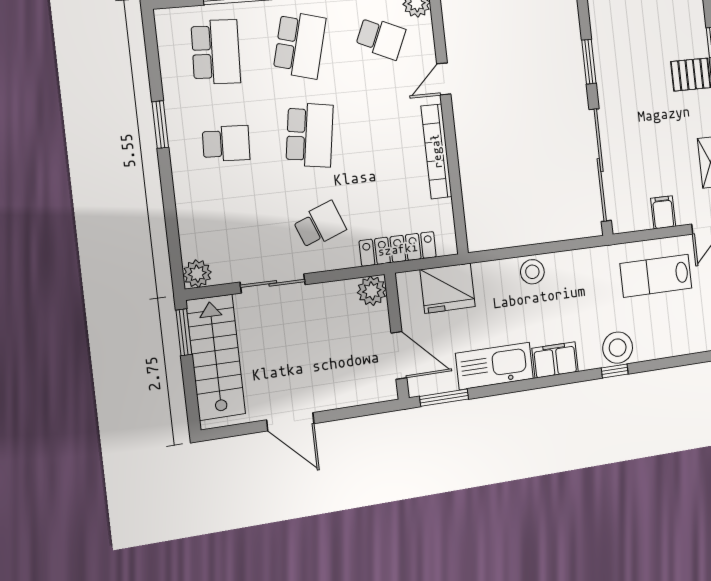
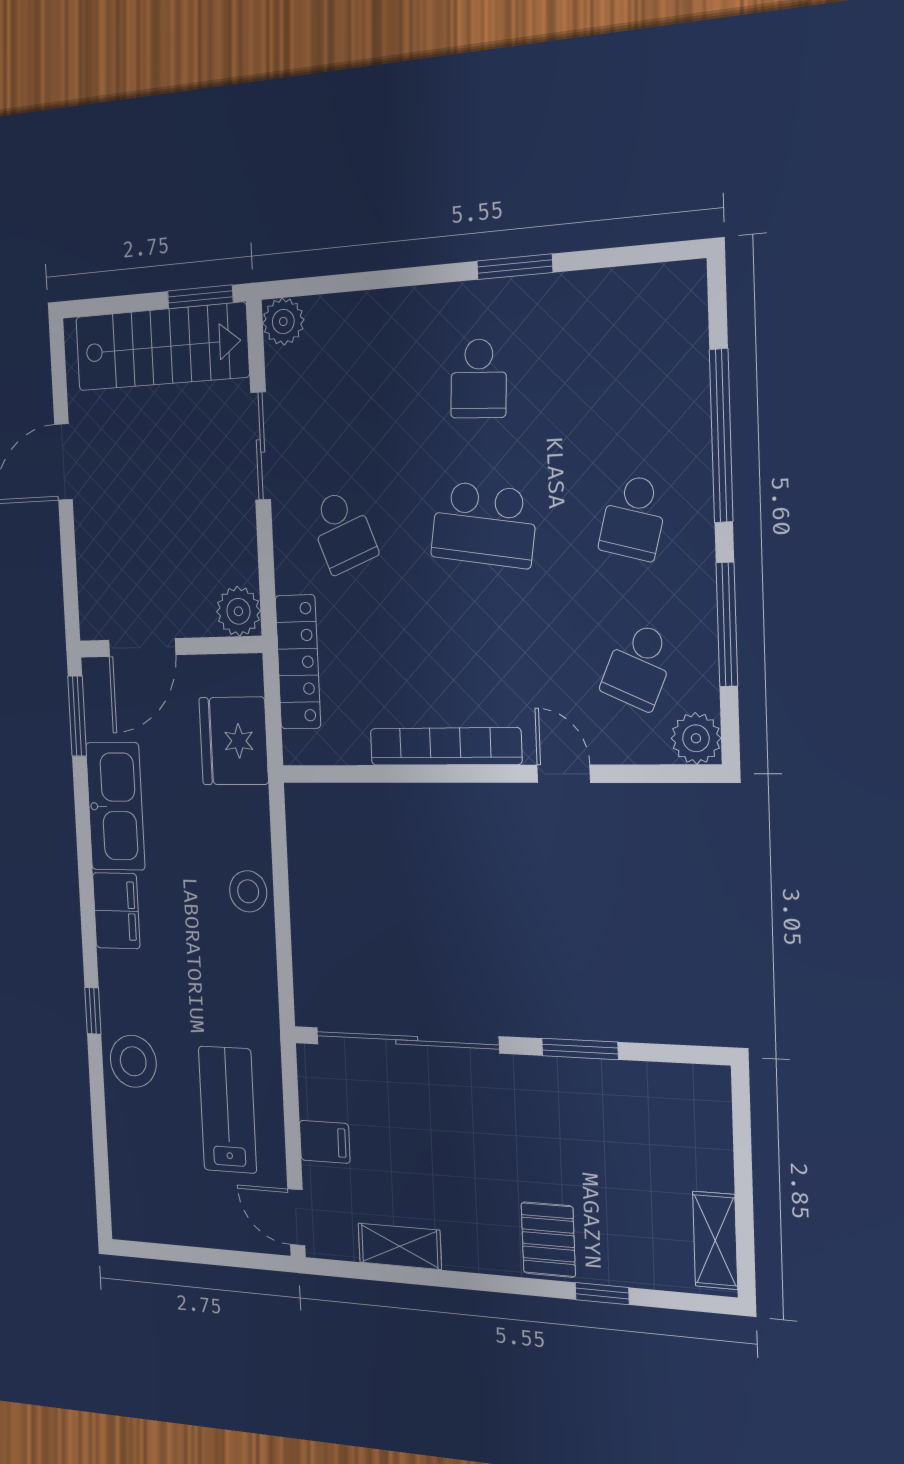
school desk: (300, 45) -> (634, 517), width x0.54
school desk: (216, 52) -> (629, 367), removed
stool: (618, 348) -> (133, 1061), moved

